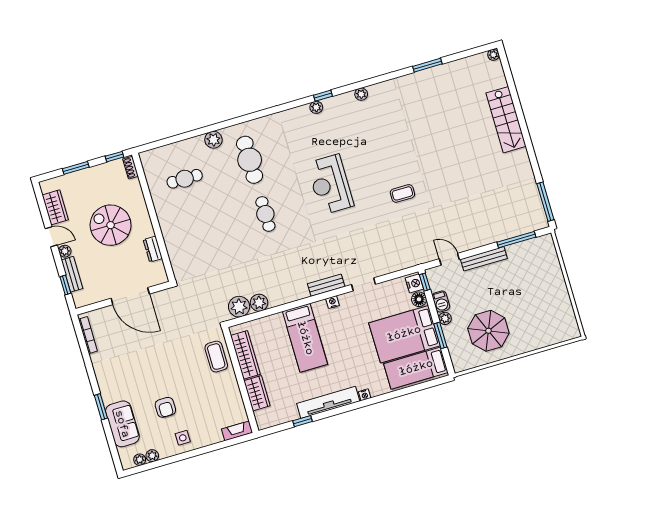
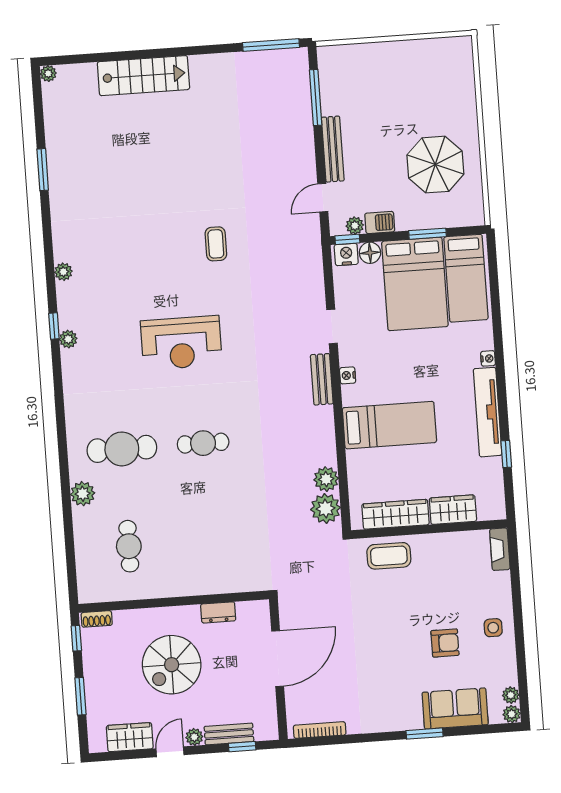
plant: (445, 318) -> (355, 226), moved
plant: (152, 456) -> (512, 714), moved

